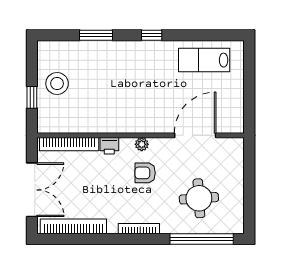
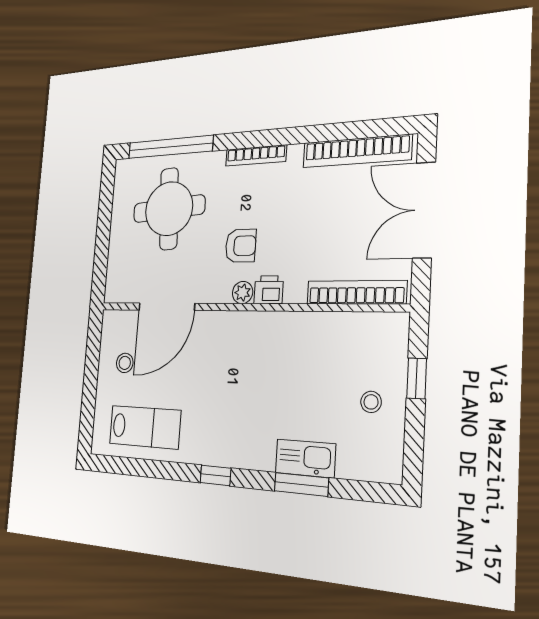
kitchen sink: (94, 50) -> (305, 458), added
stool: (57, 84) -> (371, 402), width x0.53, depth x0.53
stool: (223, 99) -> (125, 363), added
printer: (109, 146) -> (269, 290), moved
round table: (199, 198) -> (169, 209), width x1.36, depth x1.36

